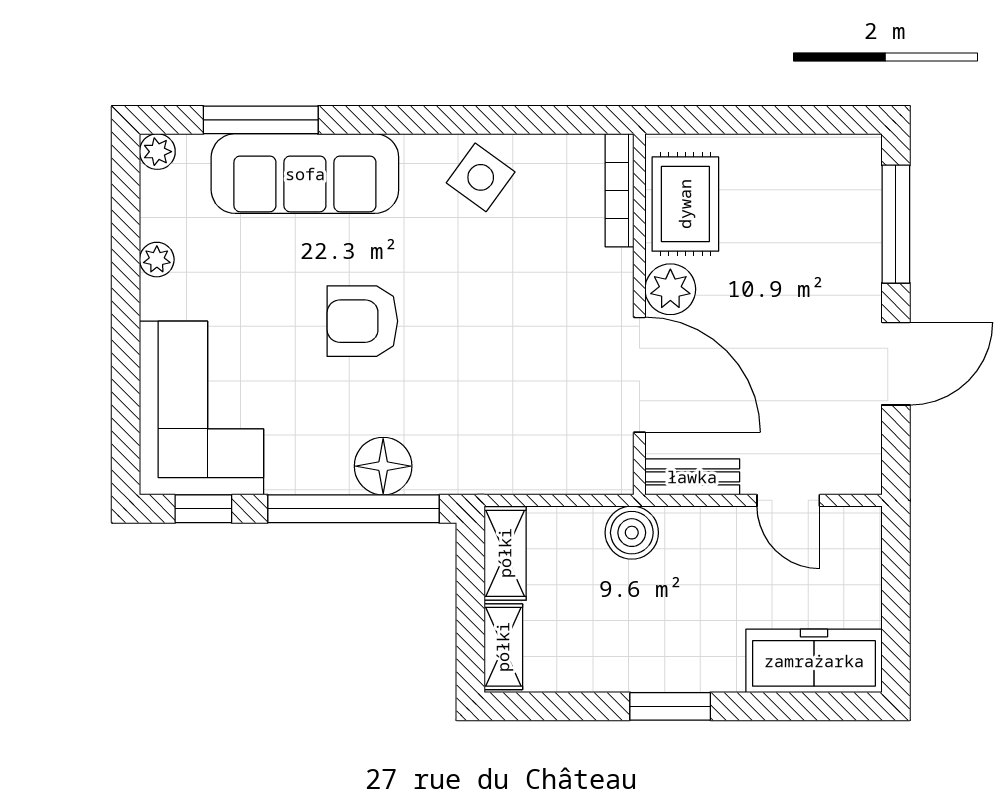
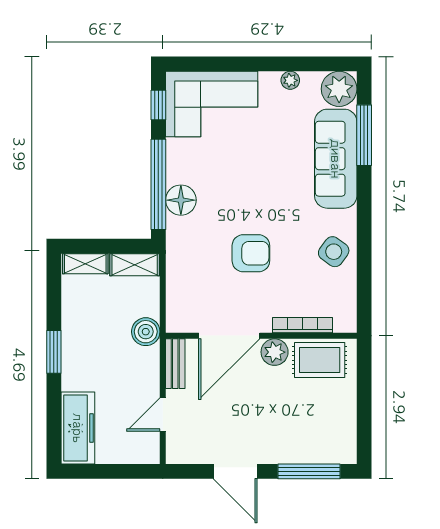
plant: (157, 152) -> (339, 89), width x1.88, depth x1.88
bookcase: (619, 190) -> (303, 325), moved
armchair: (362, 321) -> (251, 253), moved, turned 90

